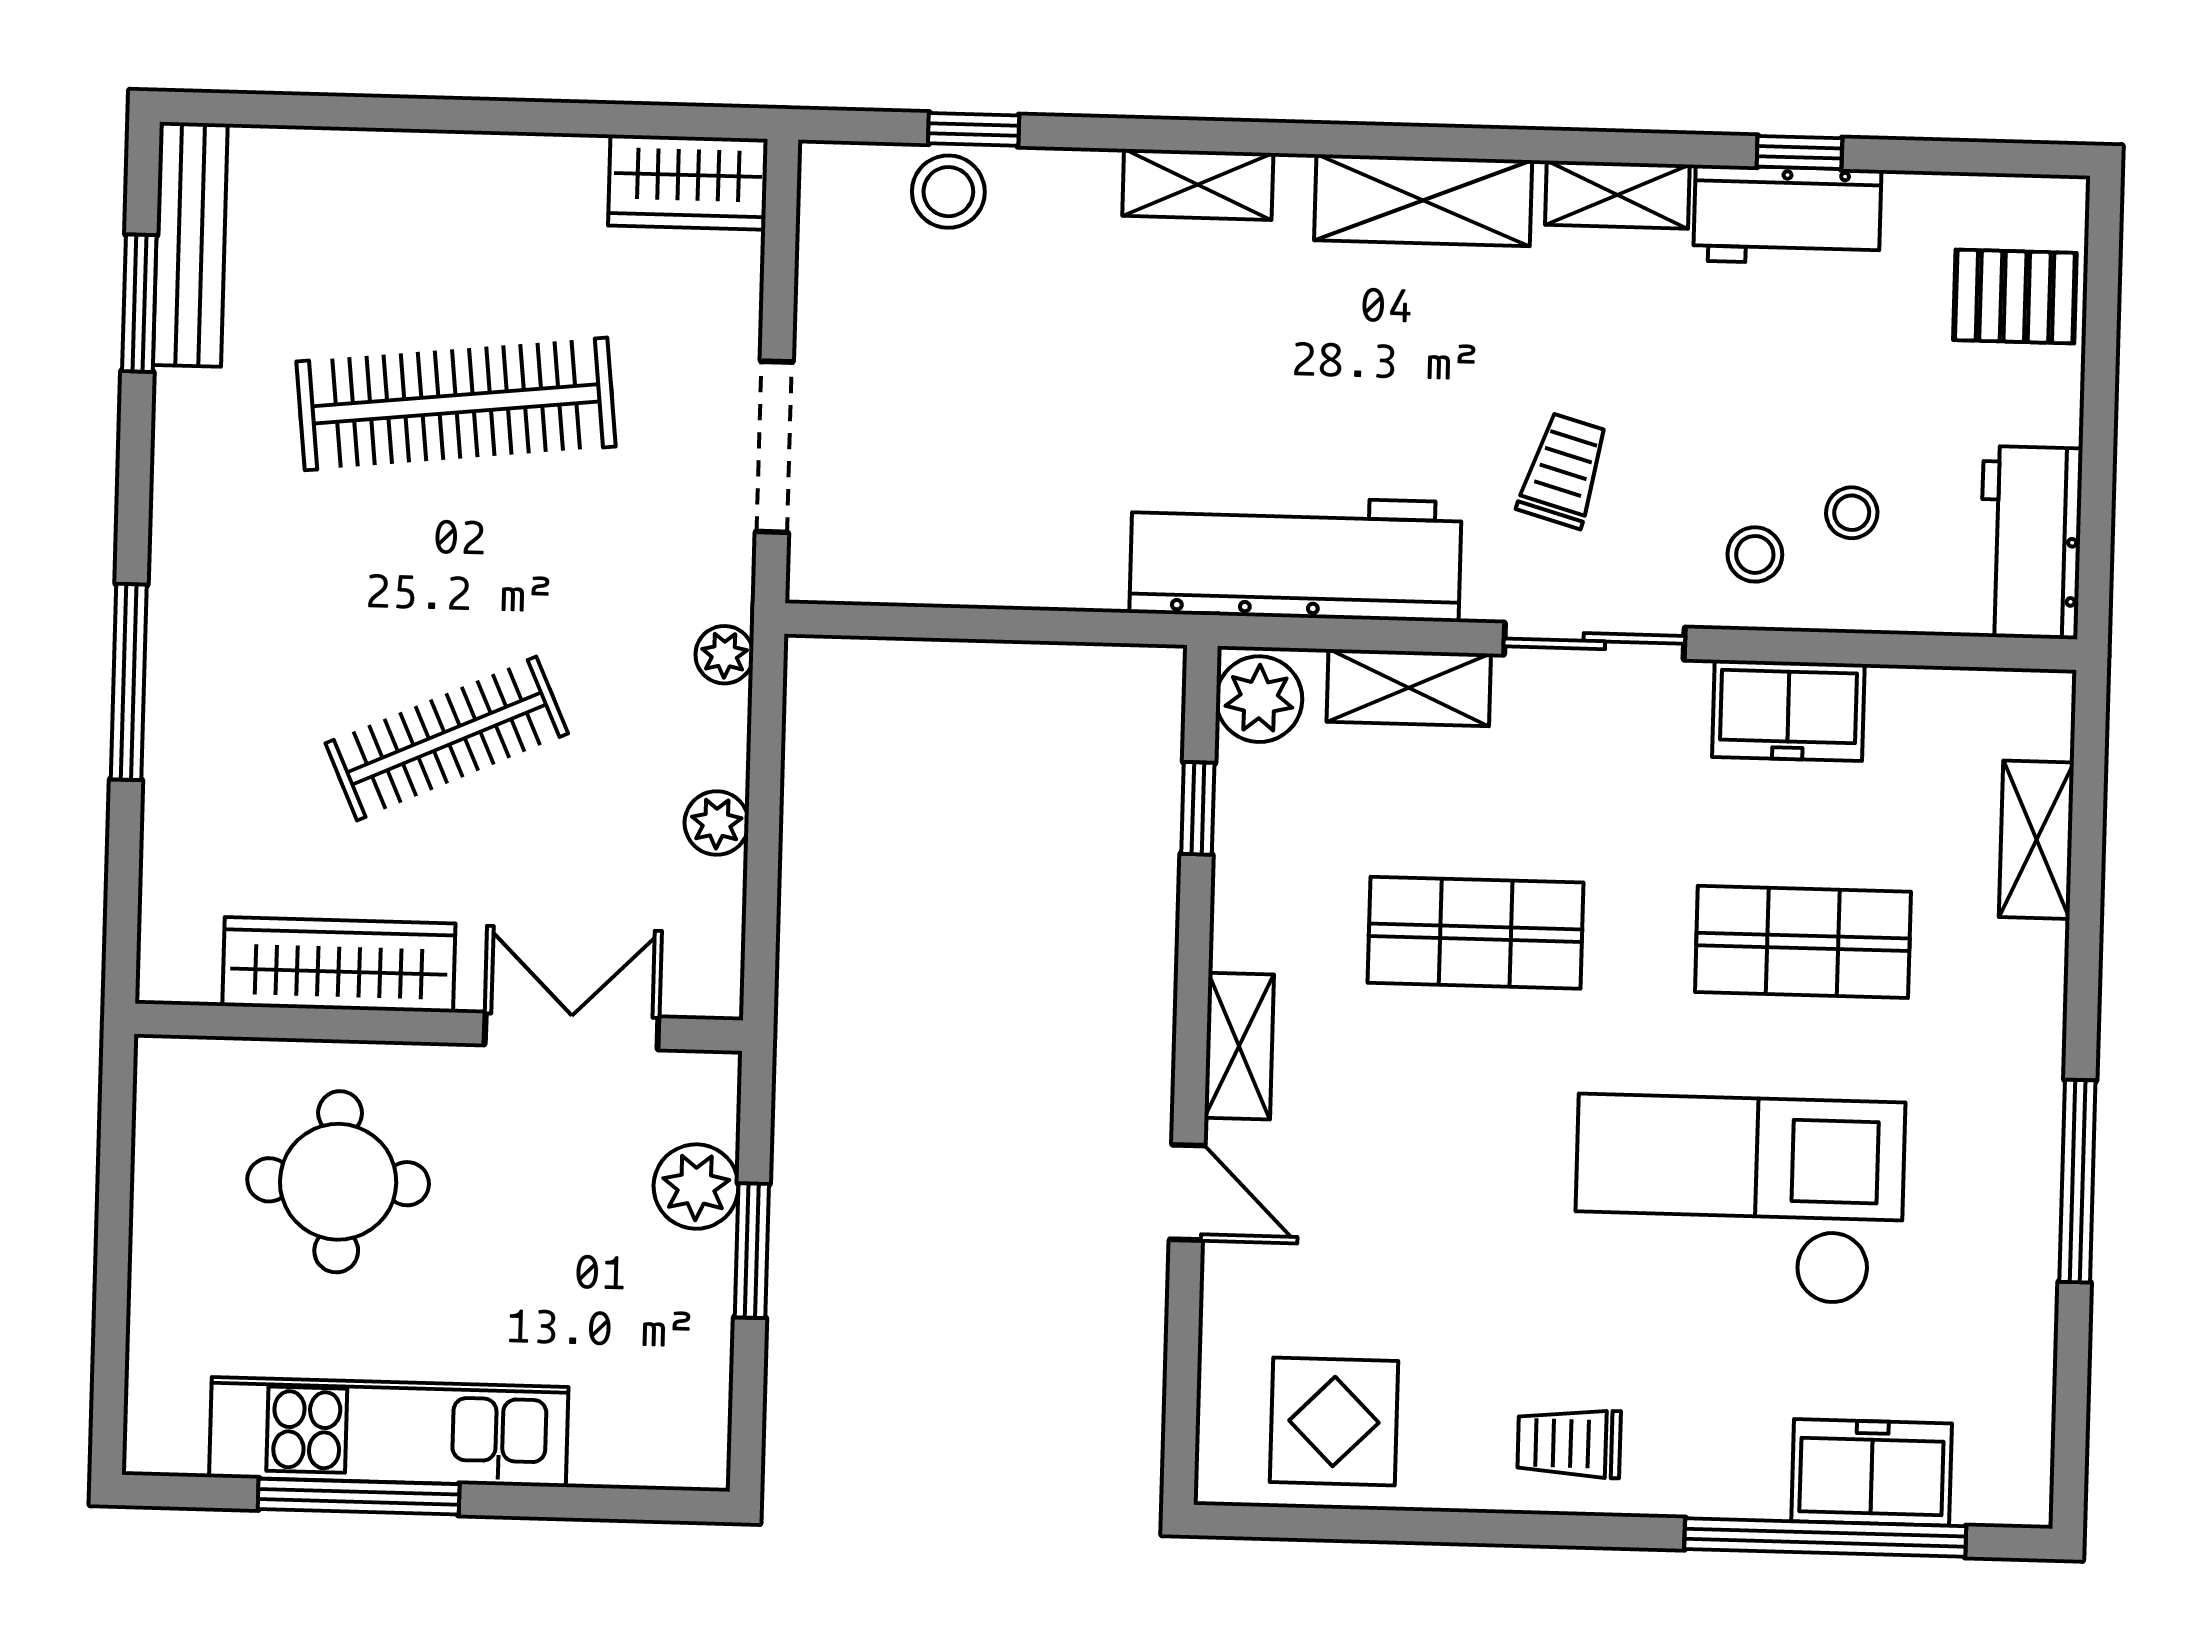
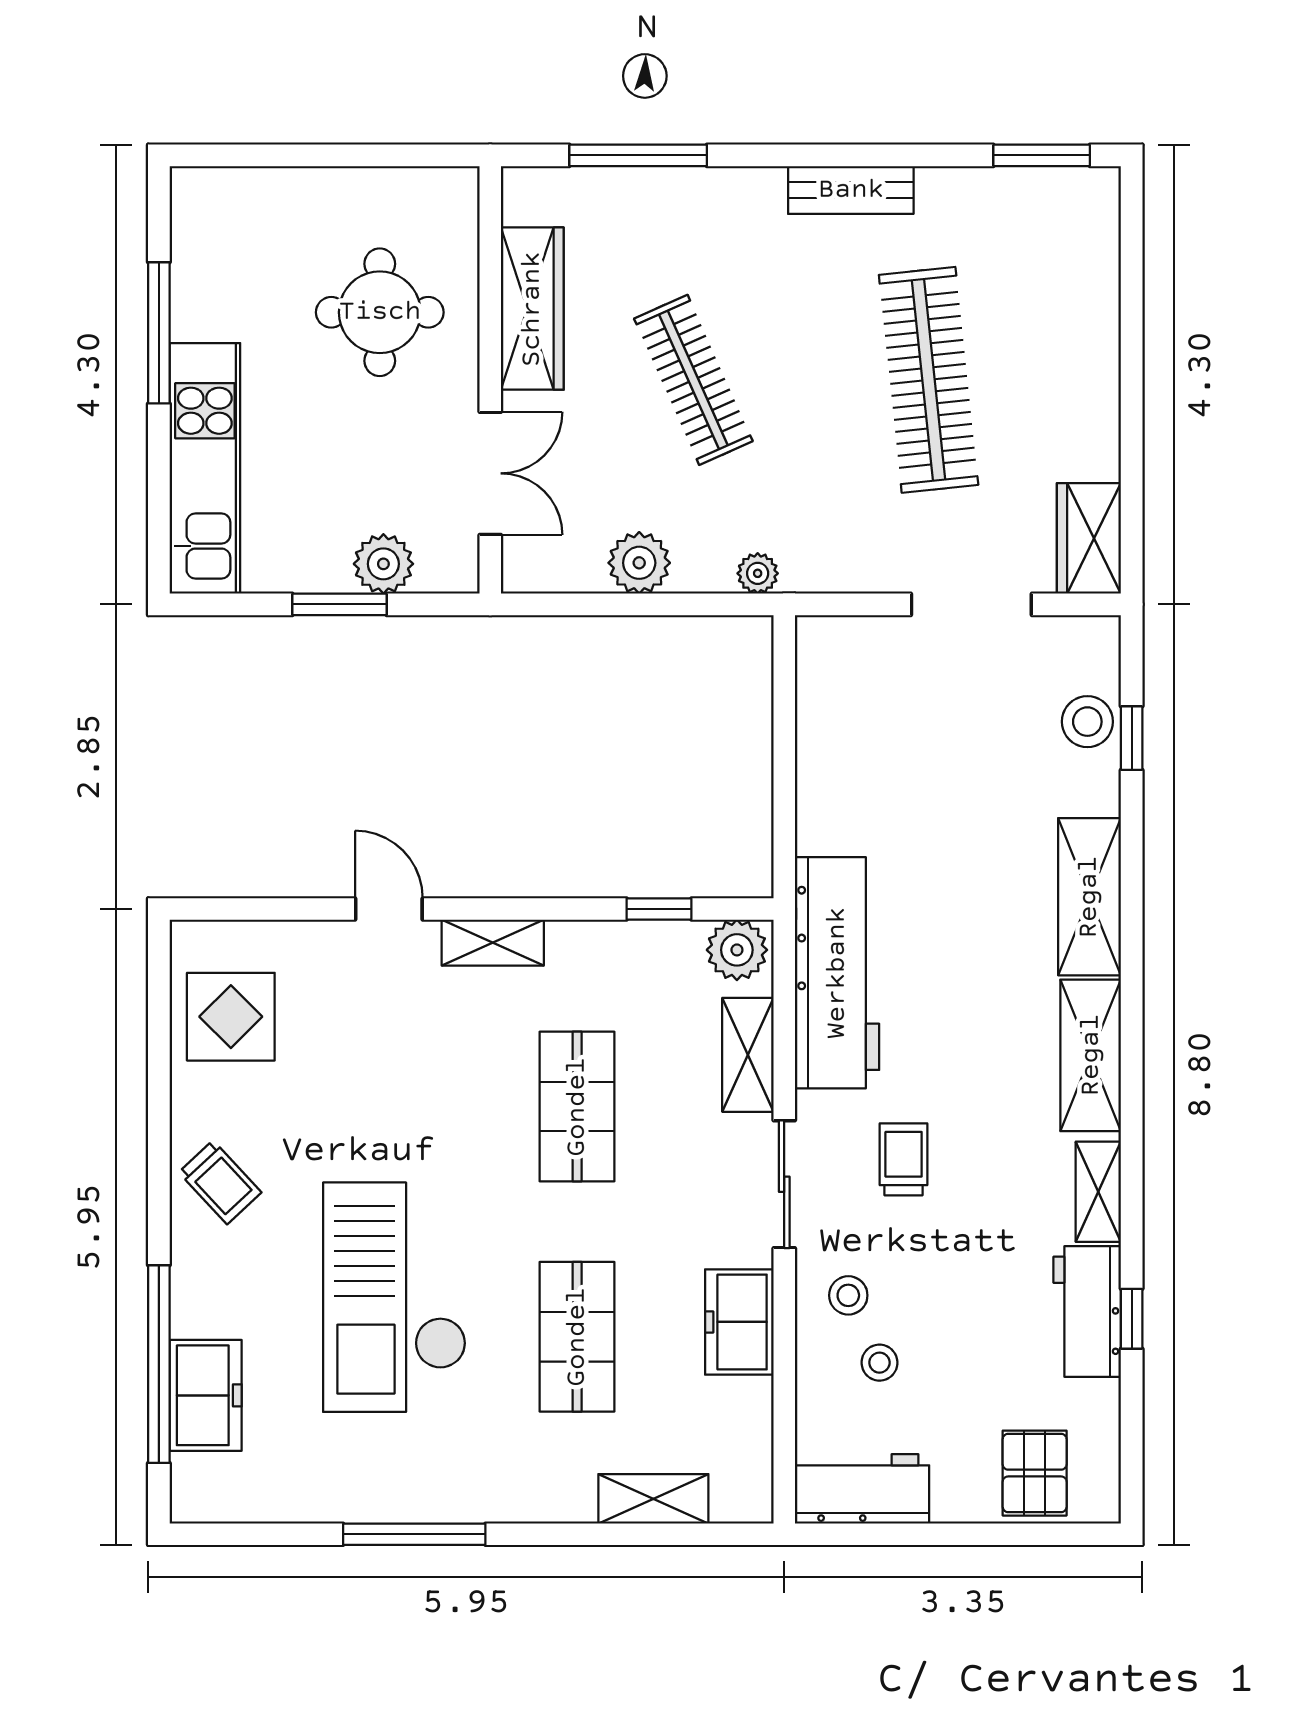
shelving: (1198, 184) -> (1089, 897), width x1.50, depth x1.33
bench: (190, 244) -> (851, 190), moved, width x0.73
window: (139, 303) -> (1042, 155), moved
doorway: (774, 447) -> (971, 604), moved
trolley: (1564, 470) -> (904, 1159), turned -106
window: (129, 682) -> (638, 155), moved
plant: (717, 823) -> (639, 563), width x1.38, depth x1.38
door: (1187, 1192) -> (389, 909), swing flipped
checkout: (1739, 1200) -> (395, 1297), turned 180
kitchen unit: (389, 1432) -> (205, 468), moved
trolley: (1569, 1443) -> (220, 1182), turned 137

